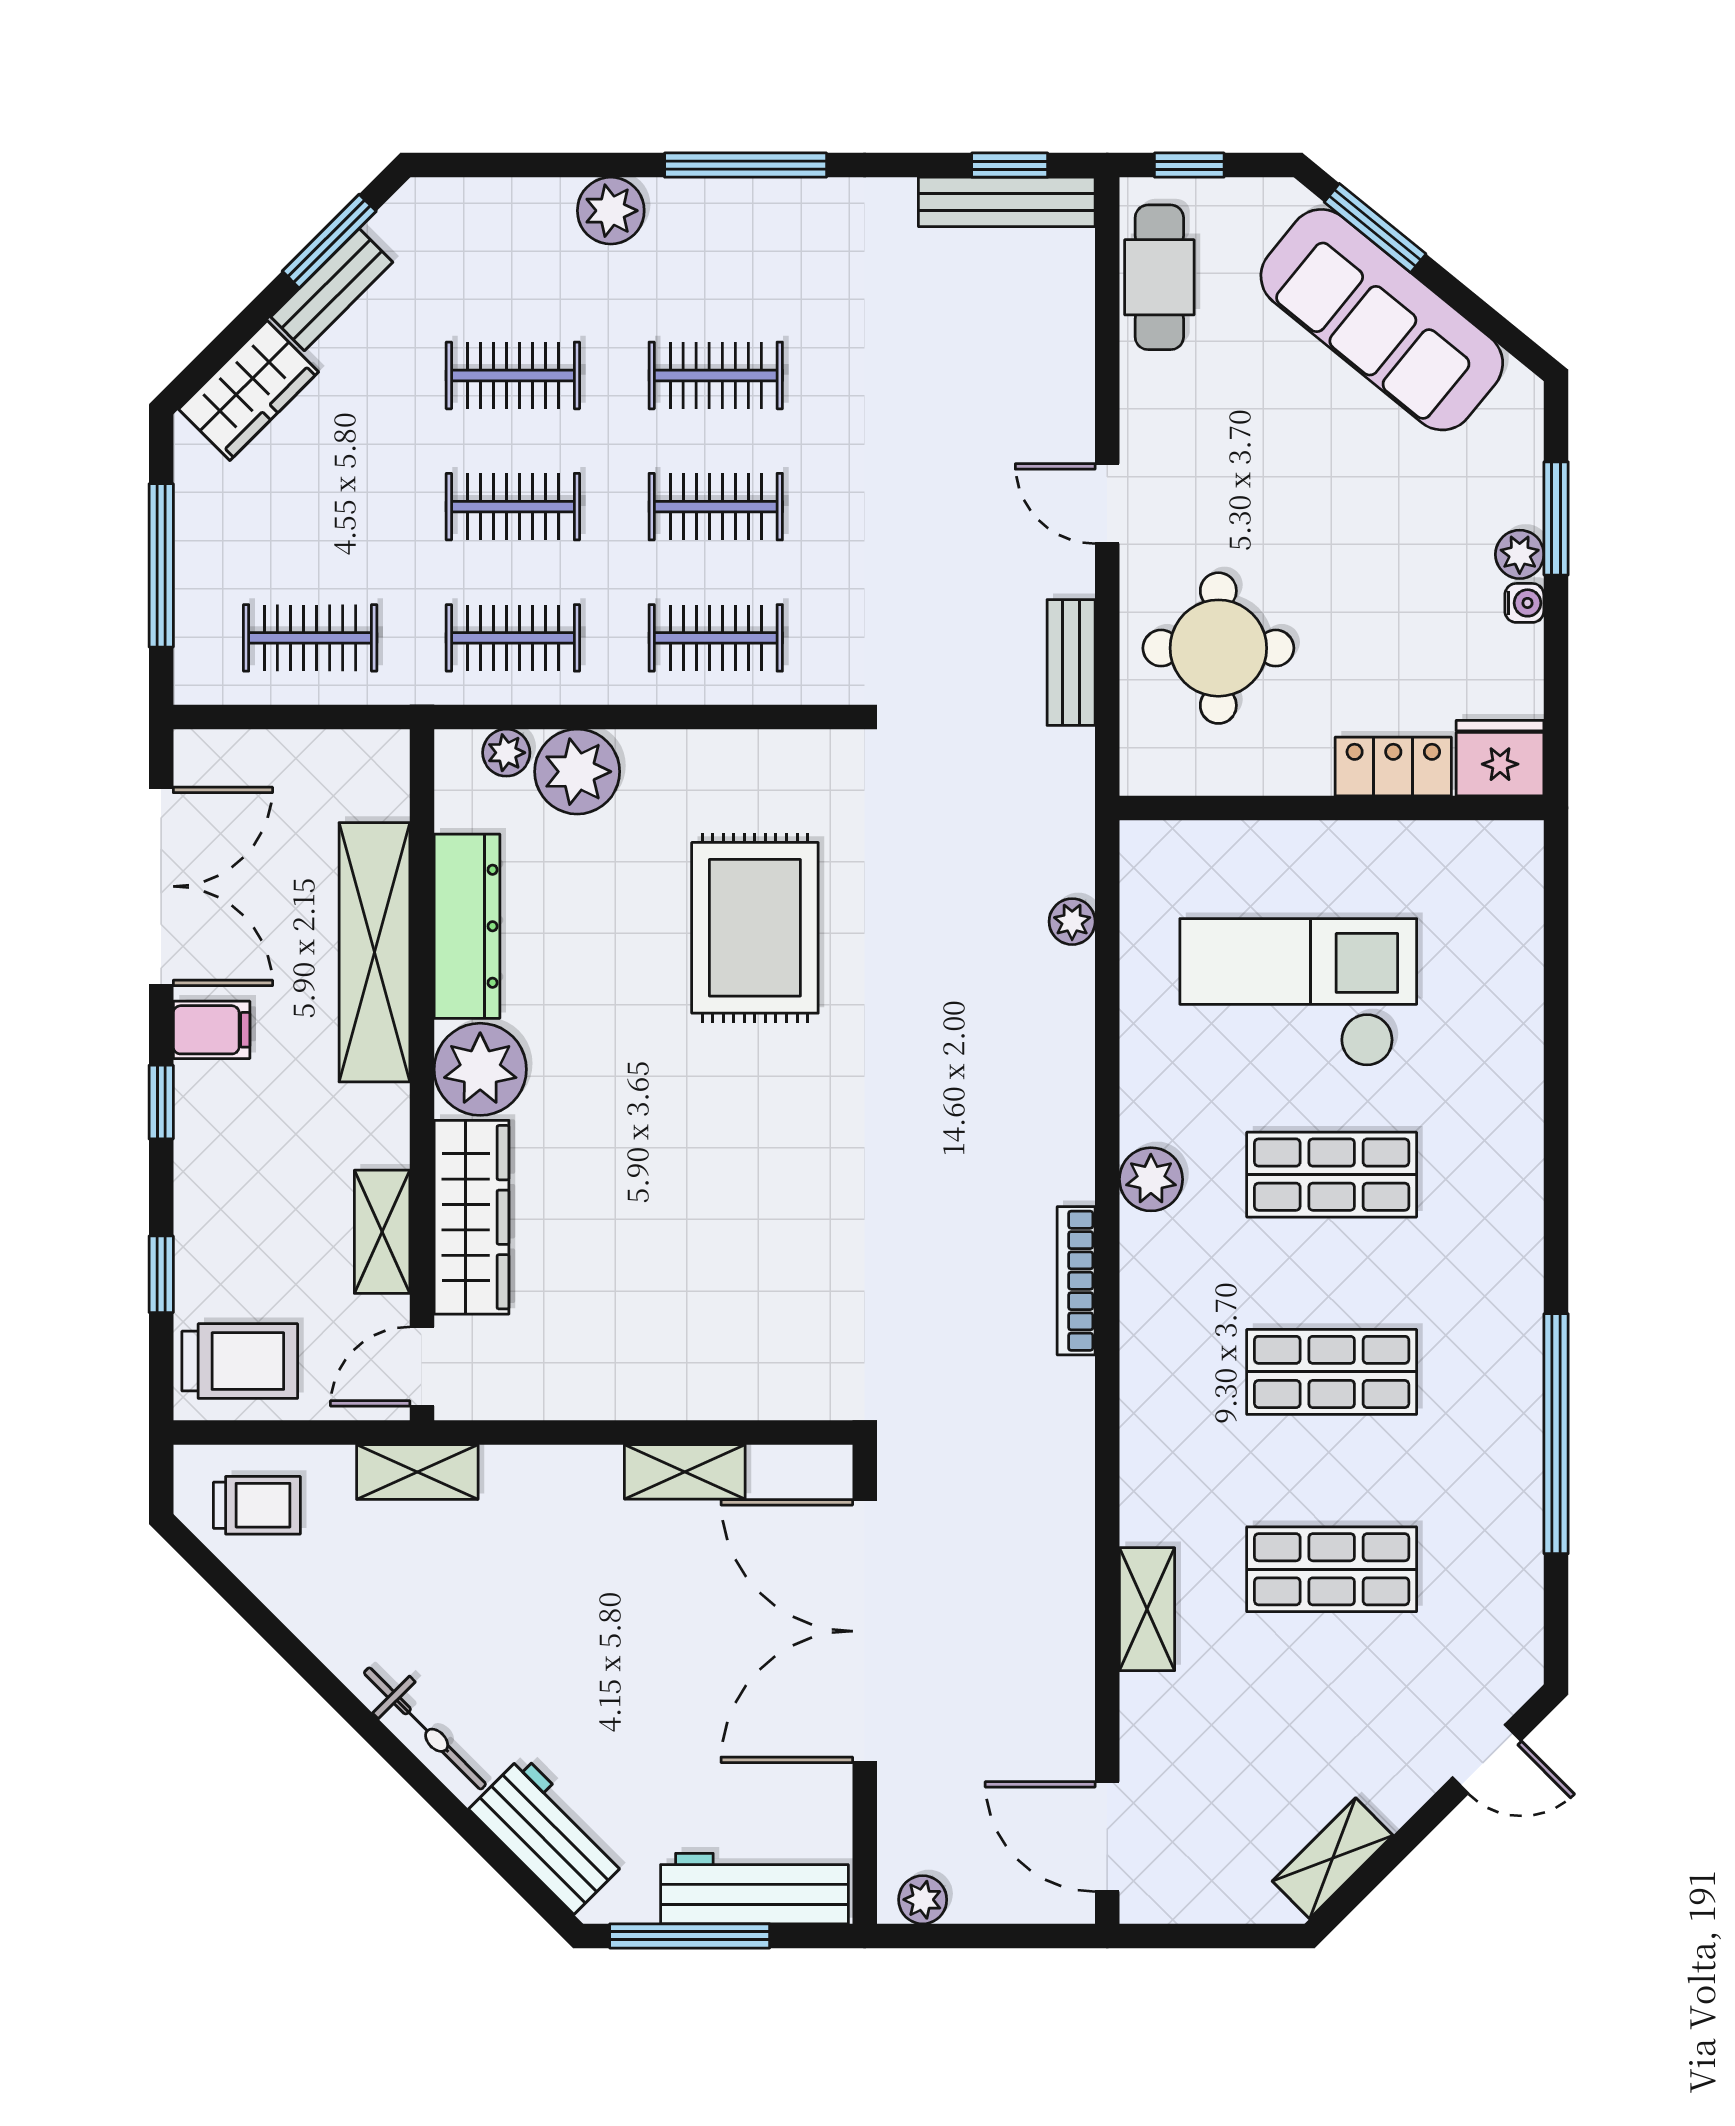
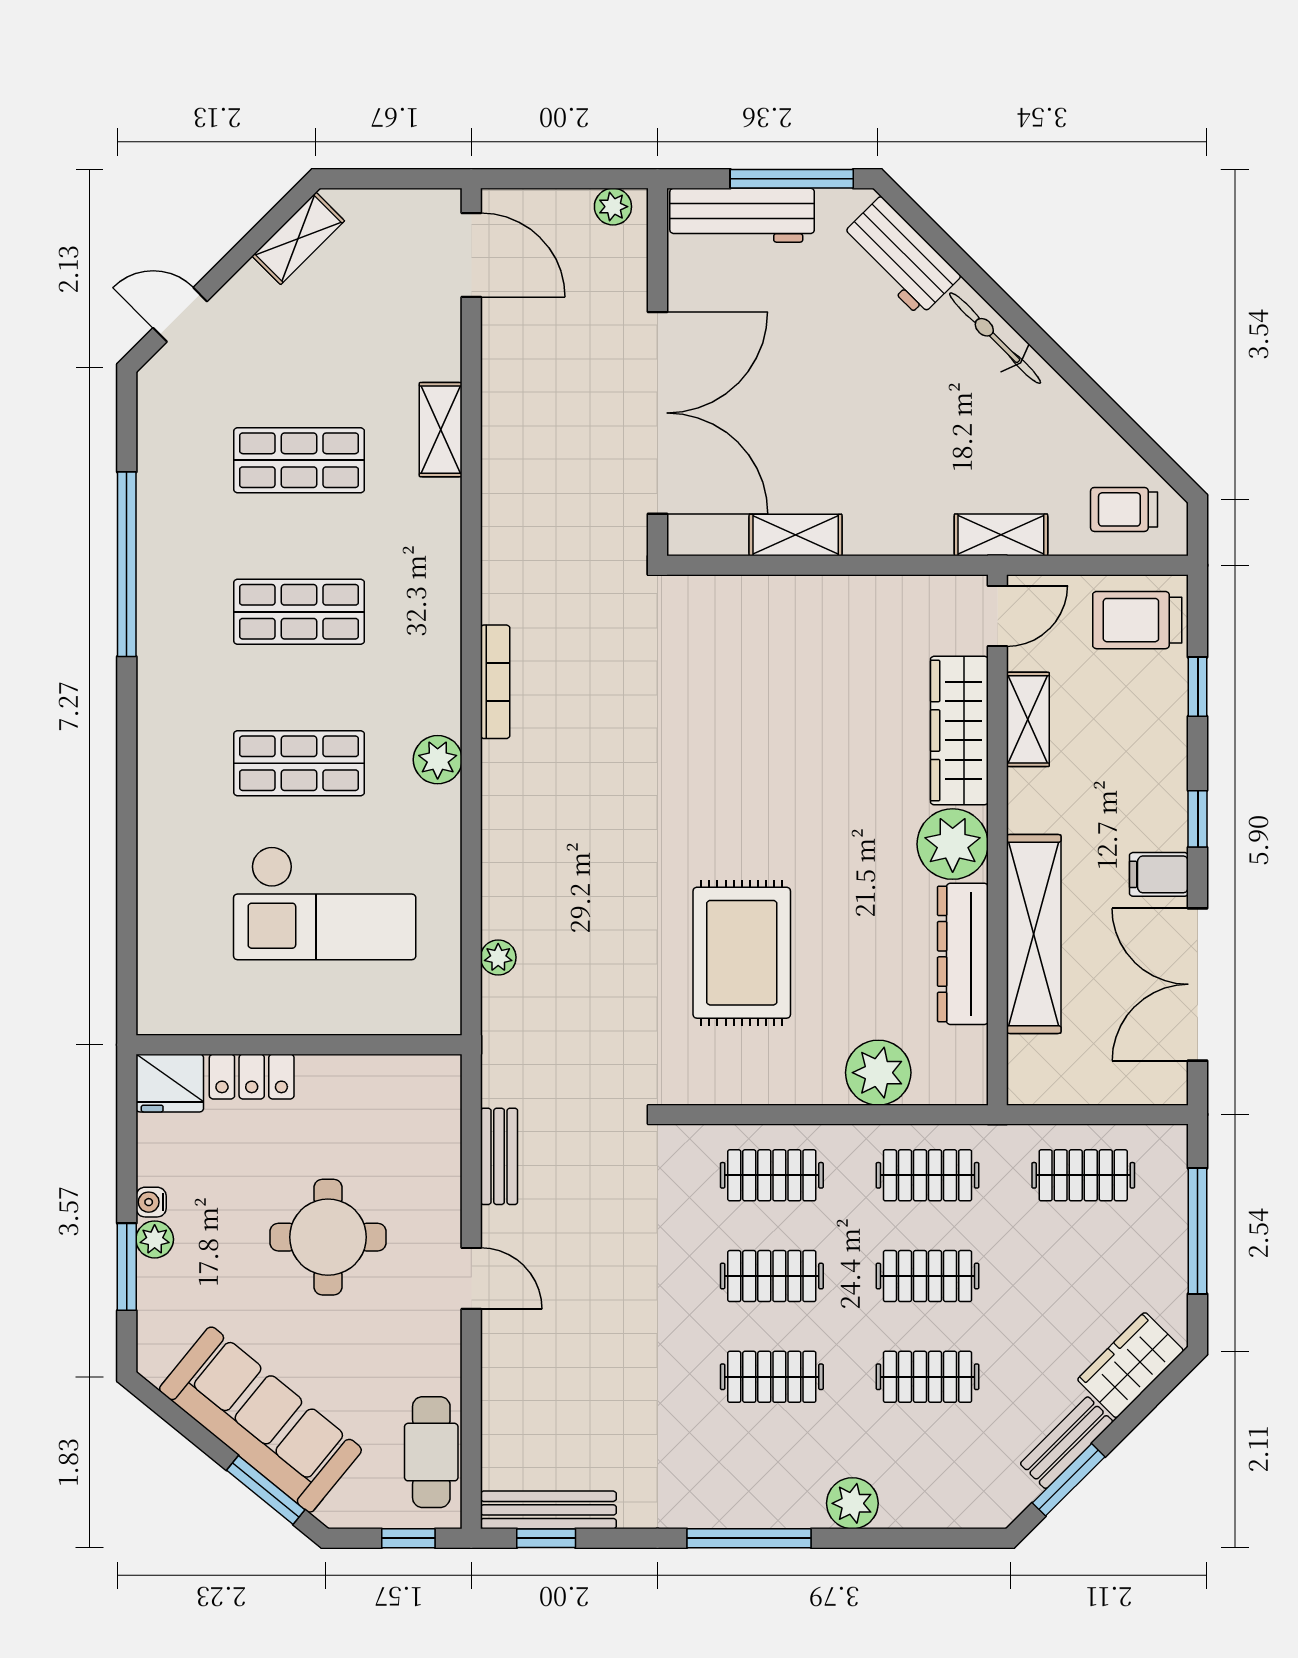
round table: (1218, 648) -> (328, 1237), moved
plant: (506, 753) -> (933, 1087), removed

